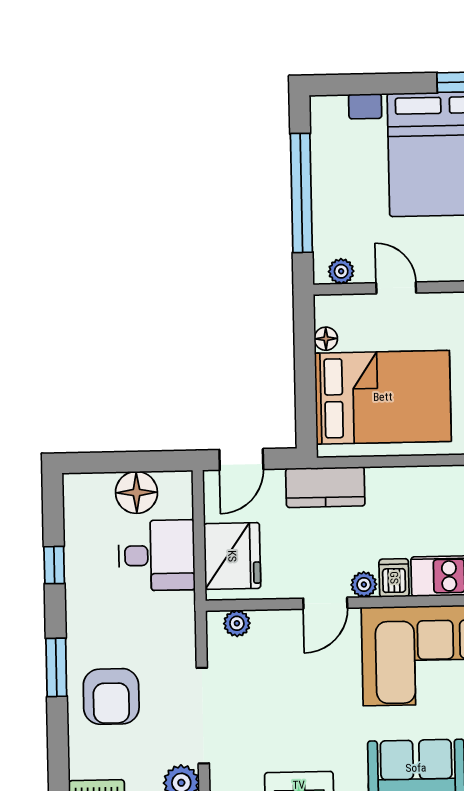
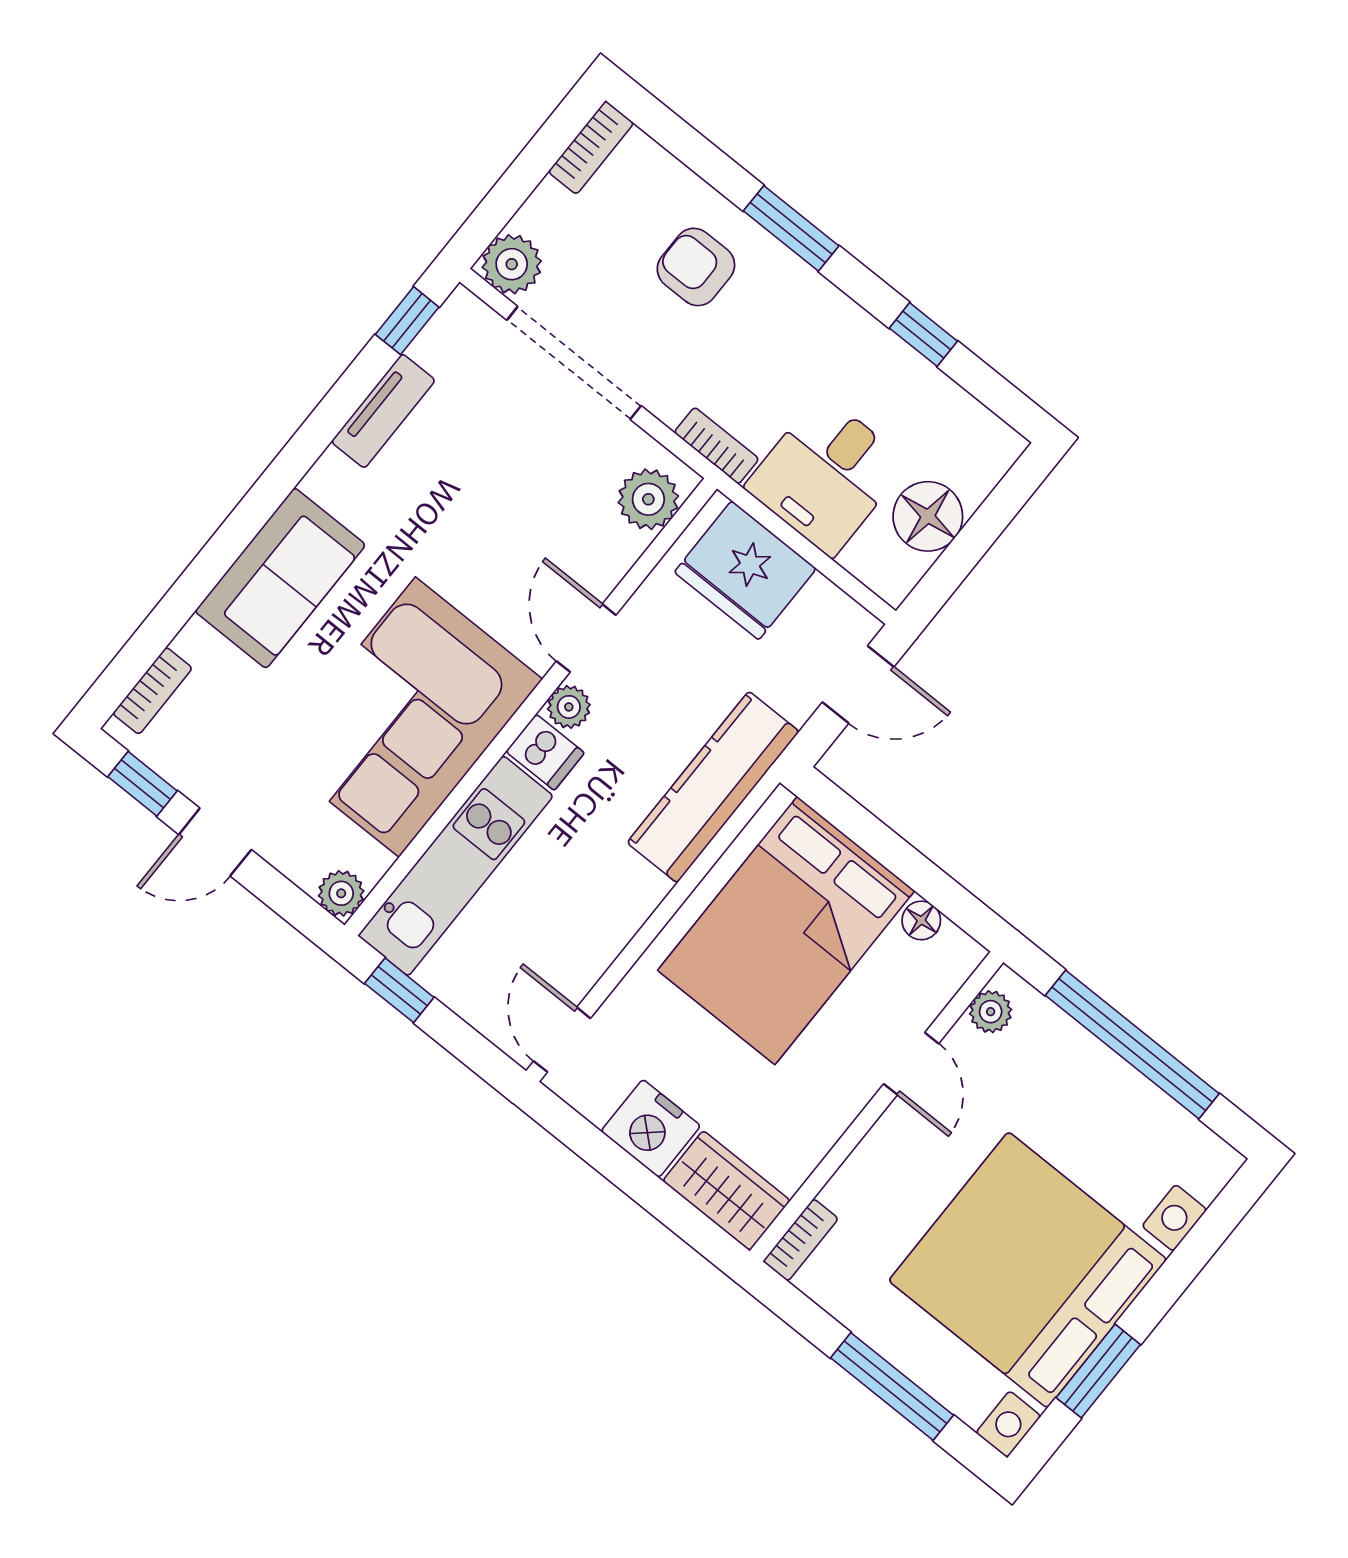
door: (396, 288) -> (911, 1064), hinge flipped
door: (241, 459) -> (858, 685), swing flipped
kitchen counter: (325, 487) -> (713, 787), width x1.50
bookcase: (186, 618) -> (716, 446), added
plant: (237, 623) -> (648, 499), width x1.38, depth x1.38
armchair: (111, 696) -> (696, 267), width x0.72, depth x0.72

